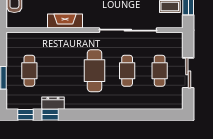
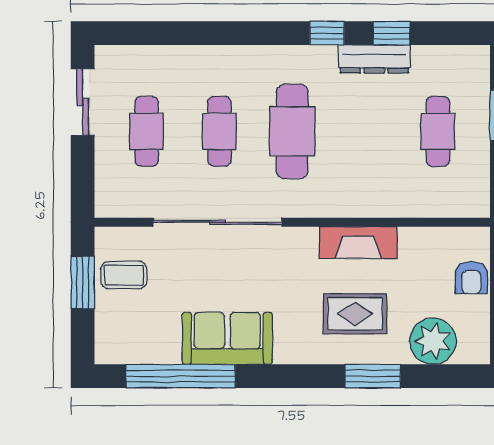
sliding door: (188, 73) -> (83, 102), moved
dresser: (53, 103) -> (374, 59), width x1.44
window: (26, 115) -> (327, 33), moved

